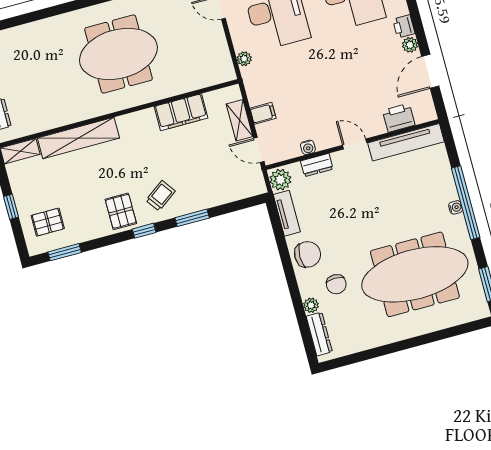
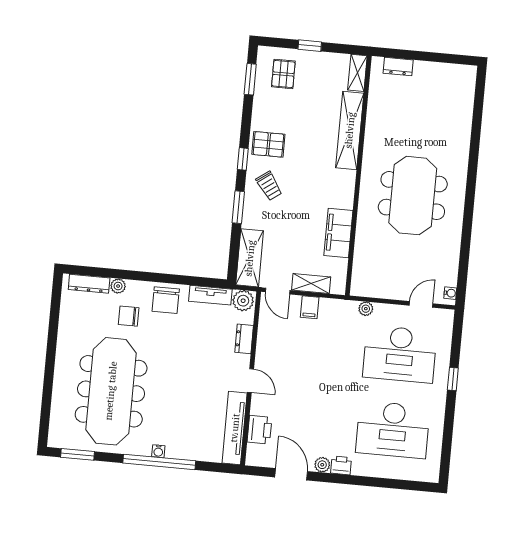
door: (355, 144) -> (251, 381), hinge flipped
water cooler: (308, 147) -> (263, 337), removed
door: (259, 150) -> (278, 291), swing flipped
shelving: (237, 189) -> (250, 258), added

